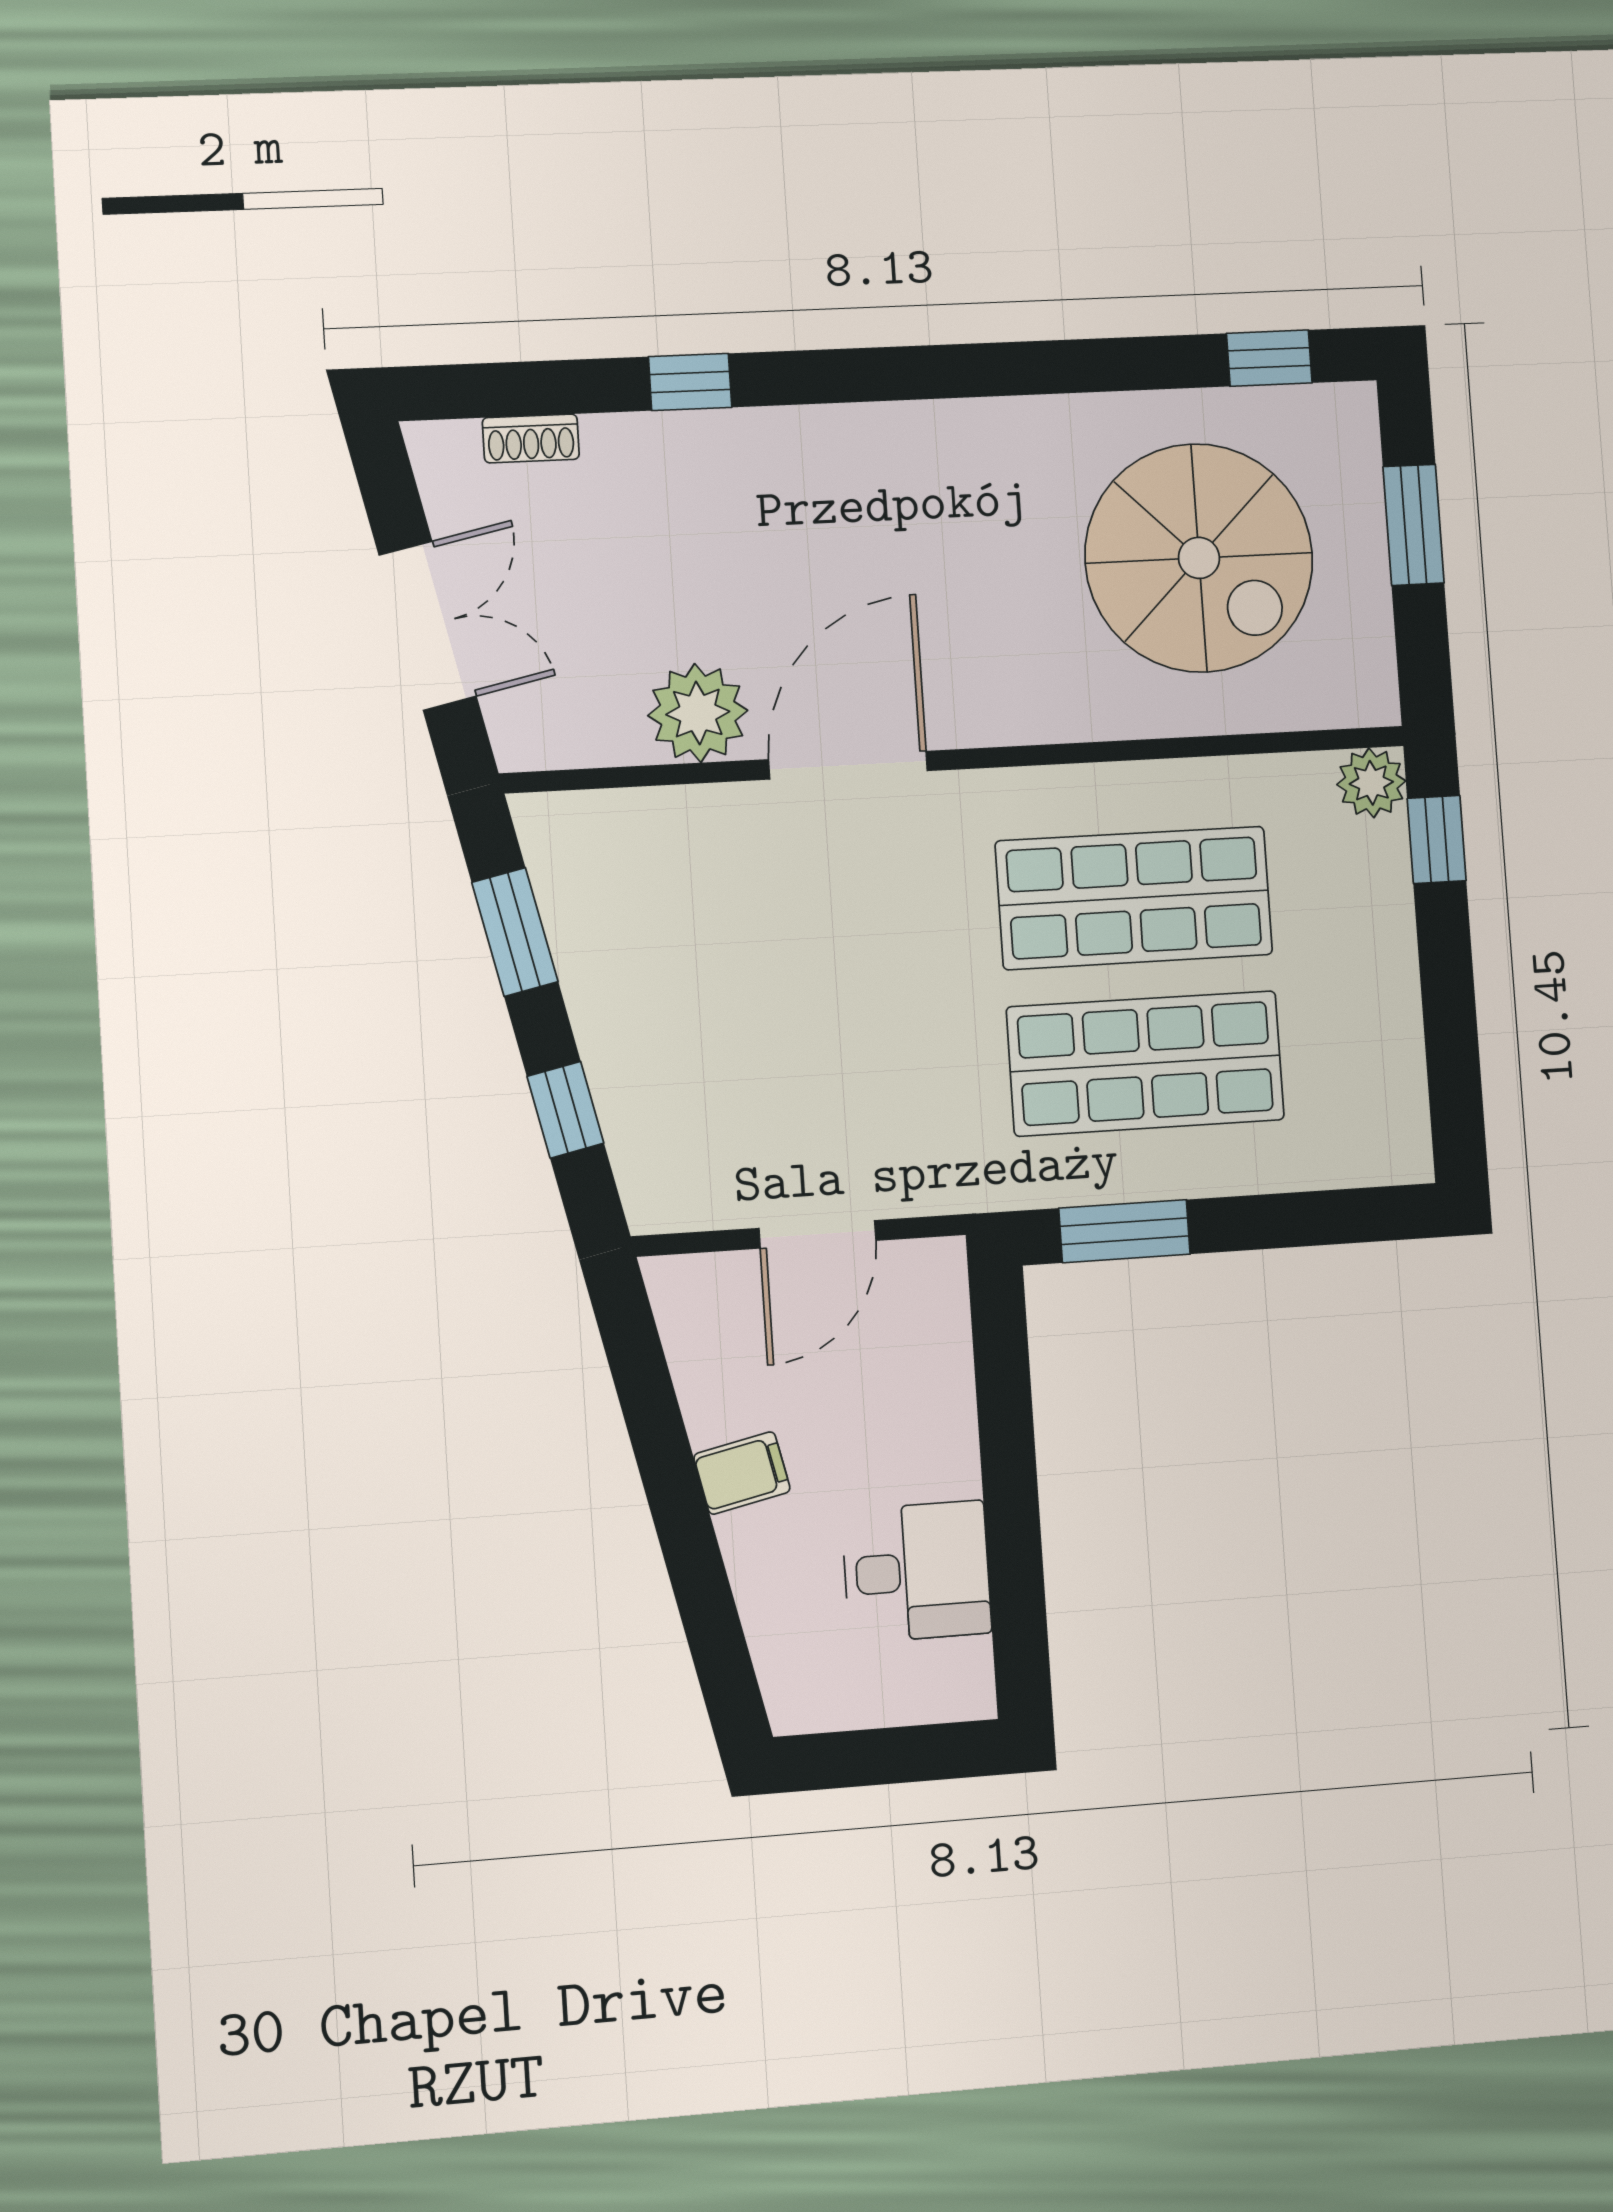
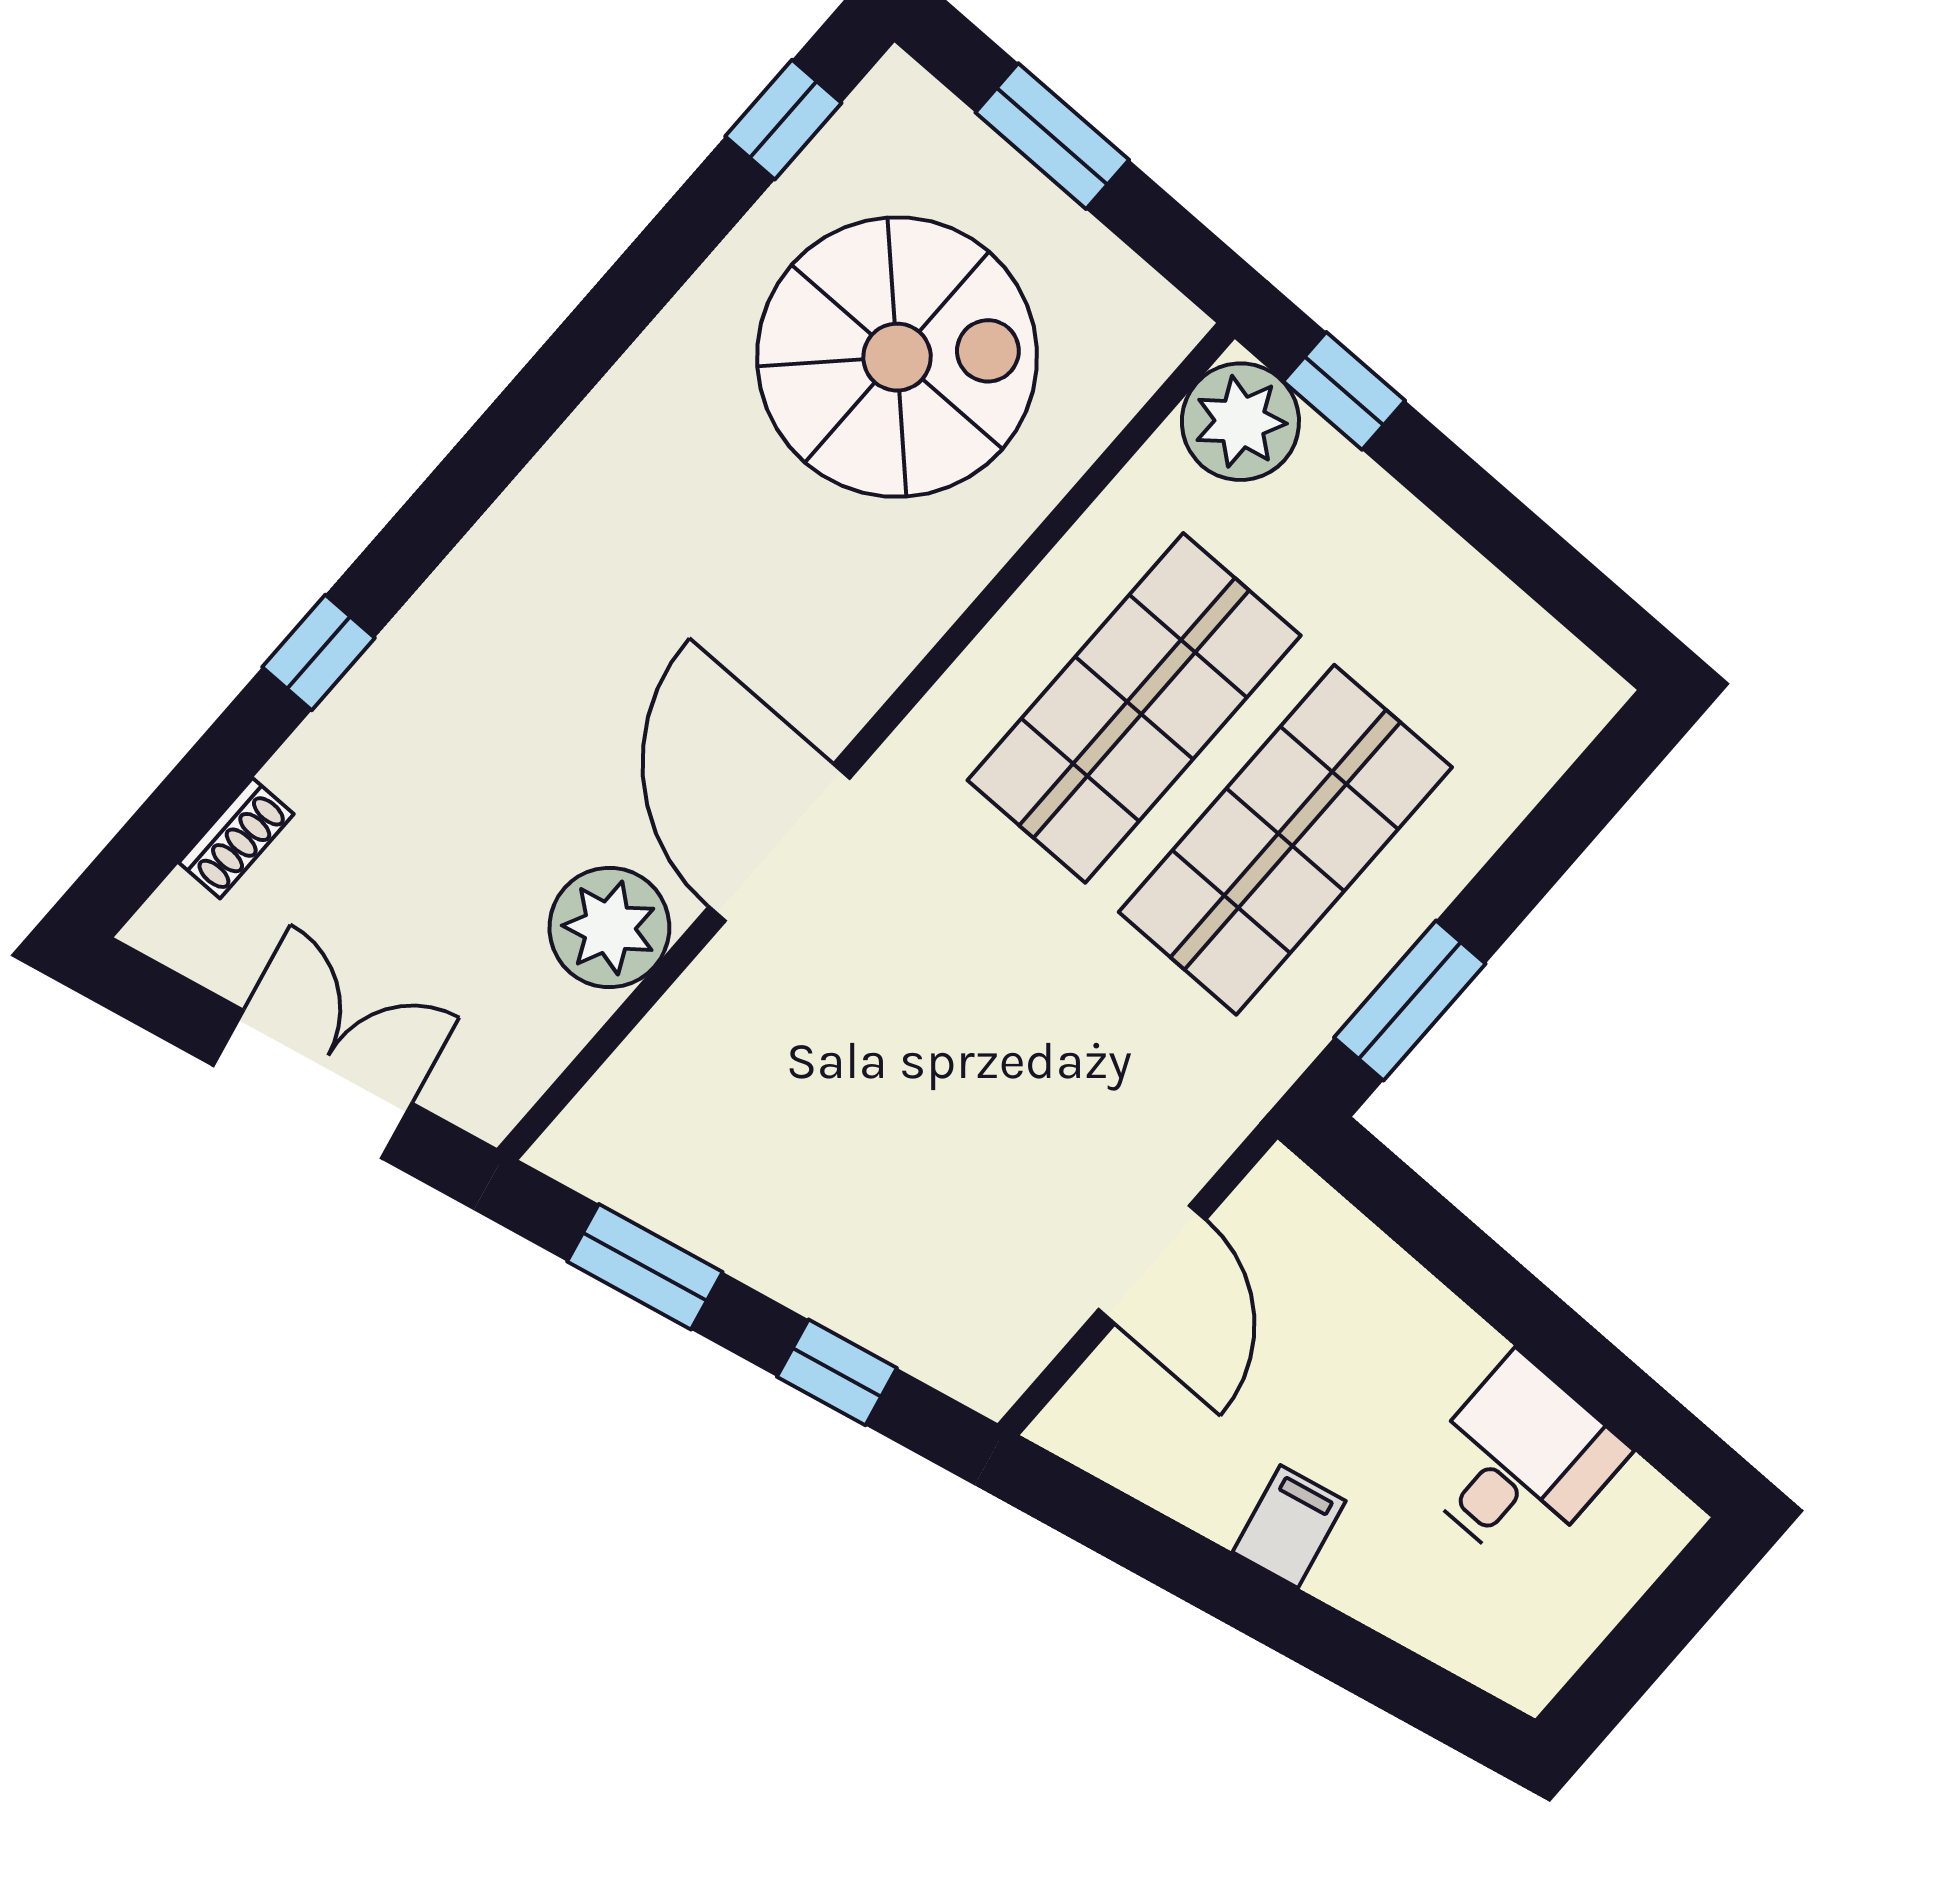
plant: (1371, 783) -> (1240, 422), width x1.36, depth x1.36

